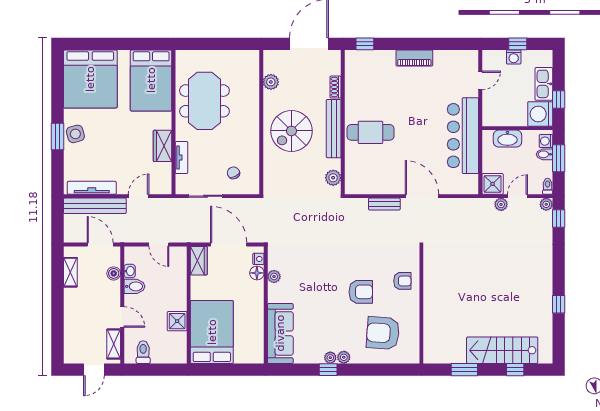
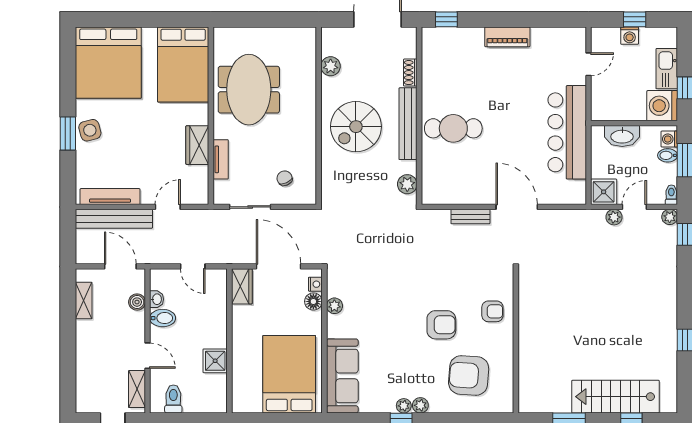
bed: (212, 332) -> (289, 374), moved

